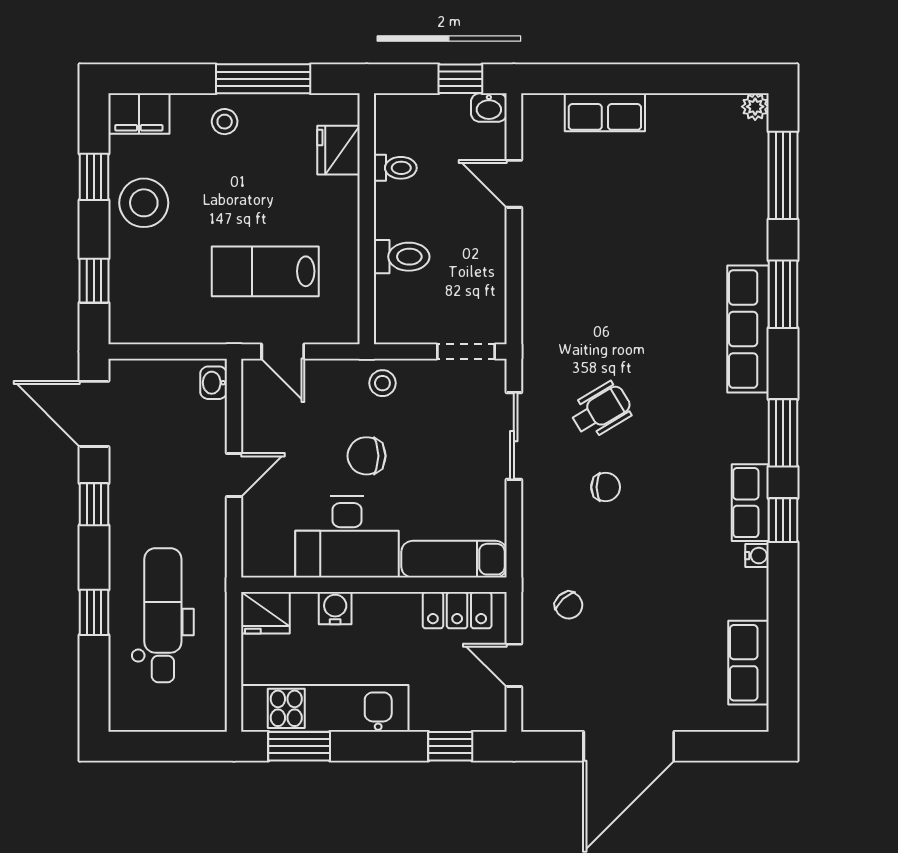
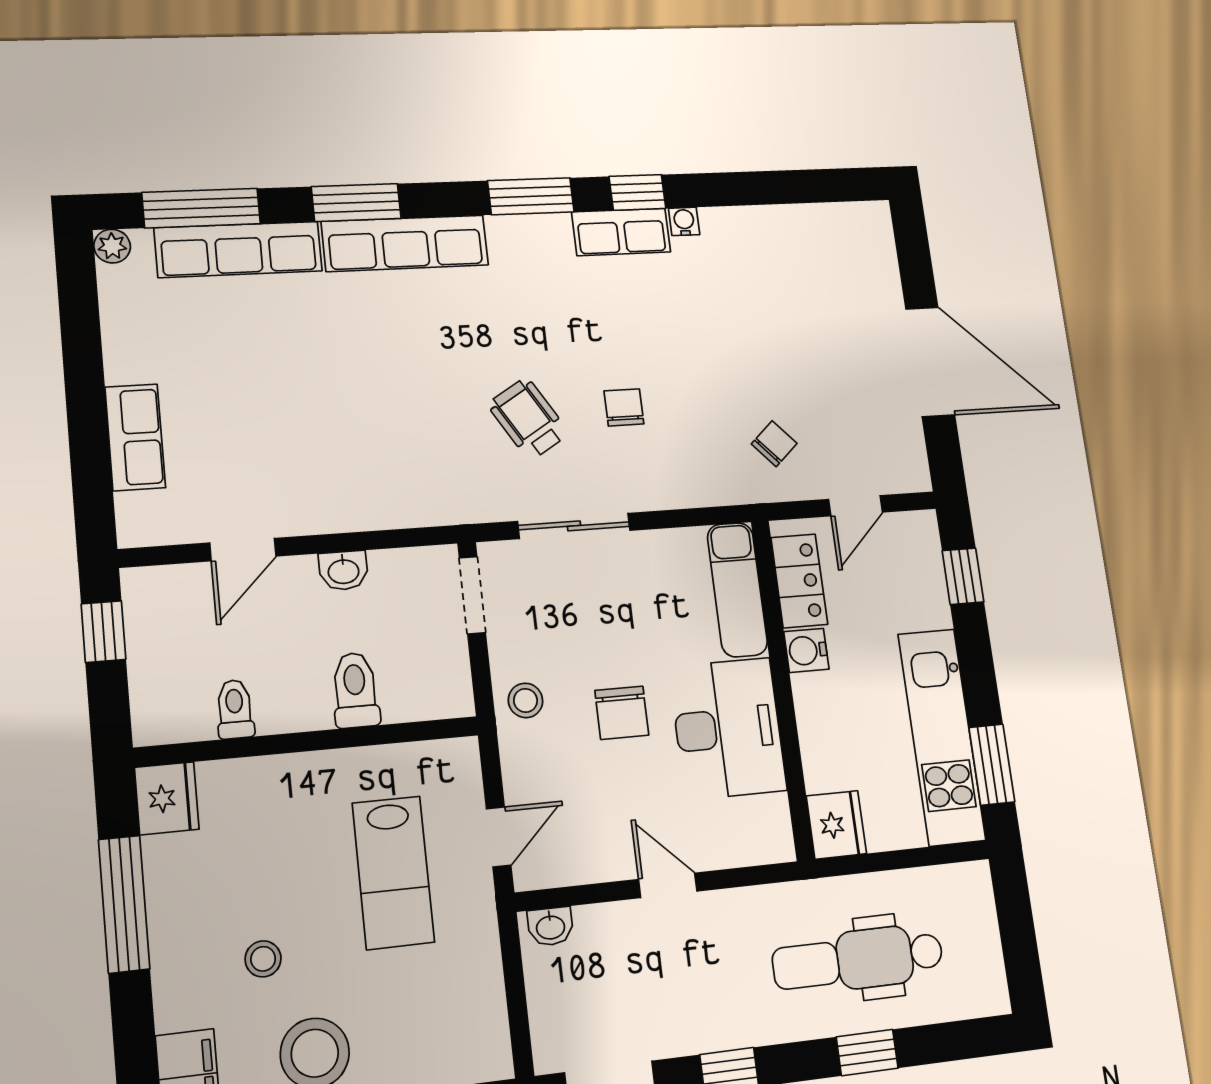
washbasin: (489, 108) -> (343, 571), moved, turned 90
stool: (225, 122) -> (263, 959), moved
fridge: (338, 150) -> (167, 798), moved, turned -90
water cooler: (335, 608) -> (806, 650), moved
row of seats: (748, 663) -> (238, 249), moved, width x1.48

